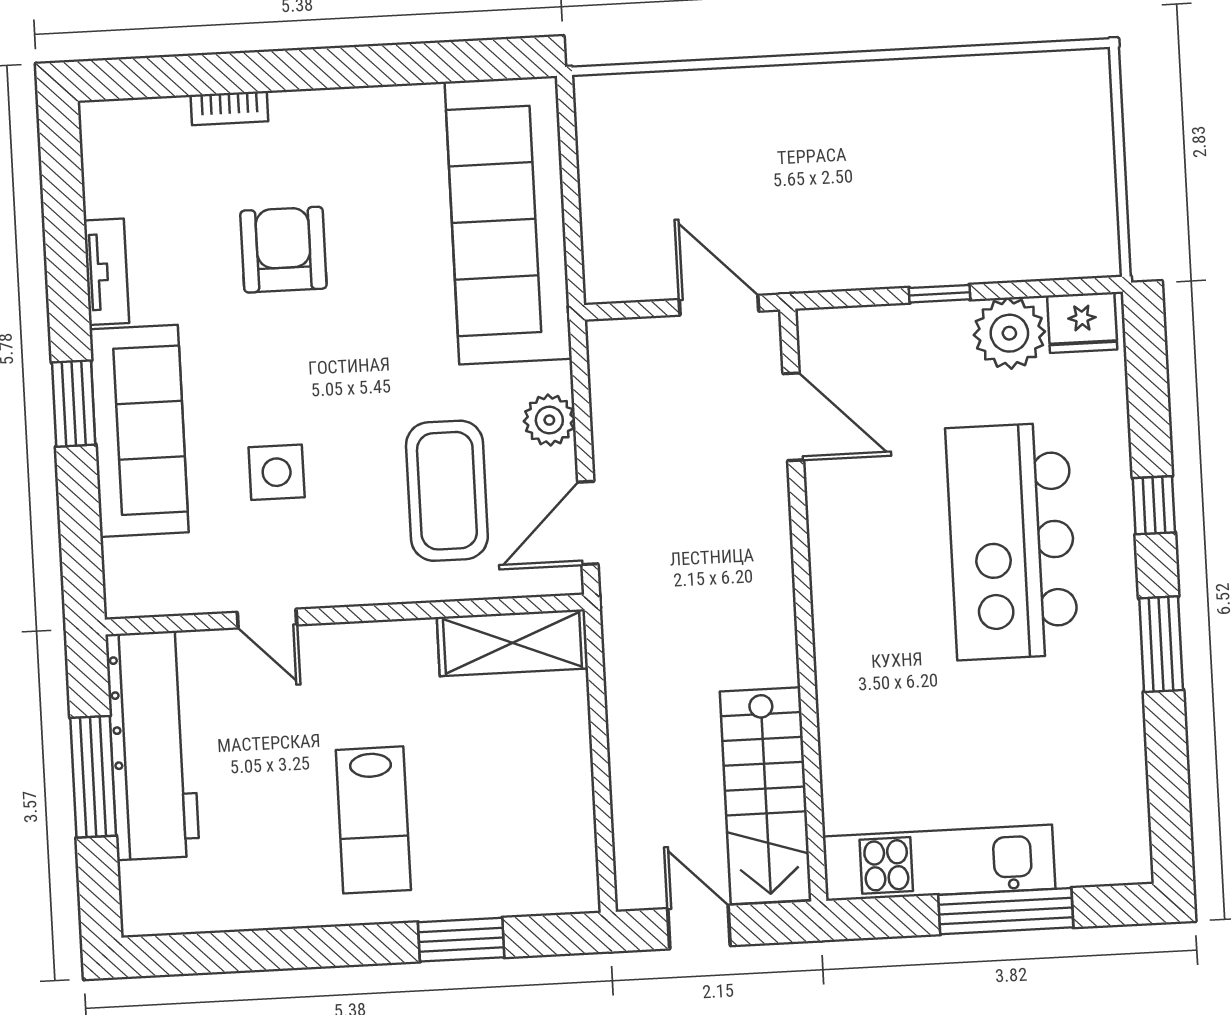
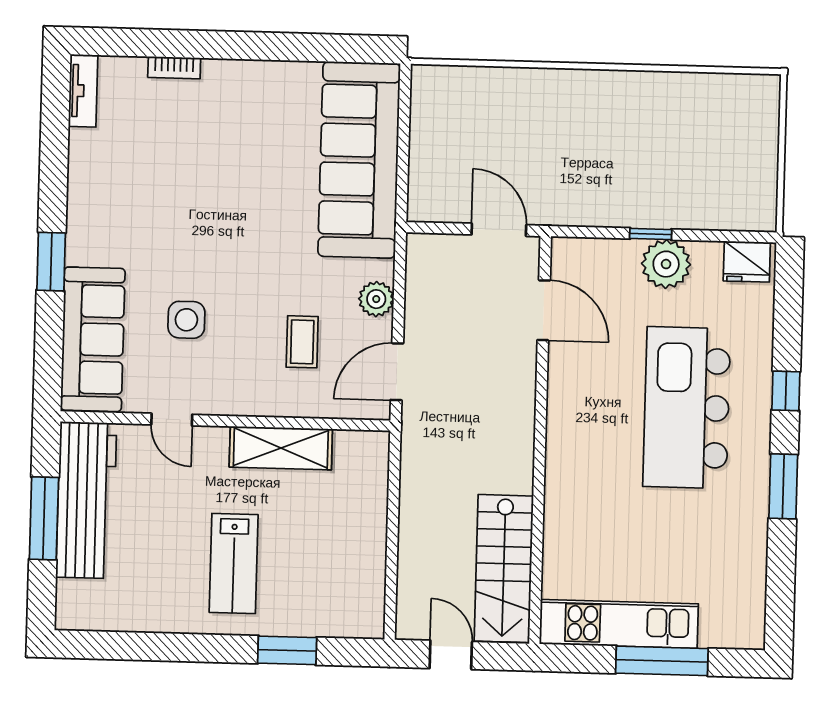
armchair: (283, 250) -> (203, 168), removed
tv unit: (106, 272) -> (83, 91), moved
plant: (1009, 333) -> (666, 264), moved
sofa: (139, 431) -> (93, 339), moved
coffee table: (447, 491) -> (302, 342), width x0.54, depth x0.58
shelving: (512, 643) -> (281, 448), moved

